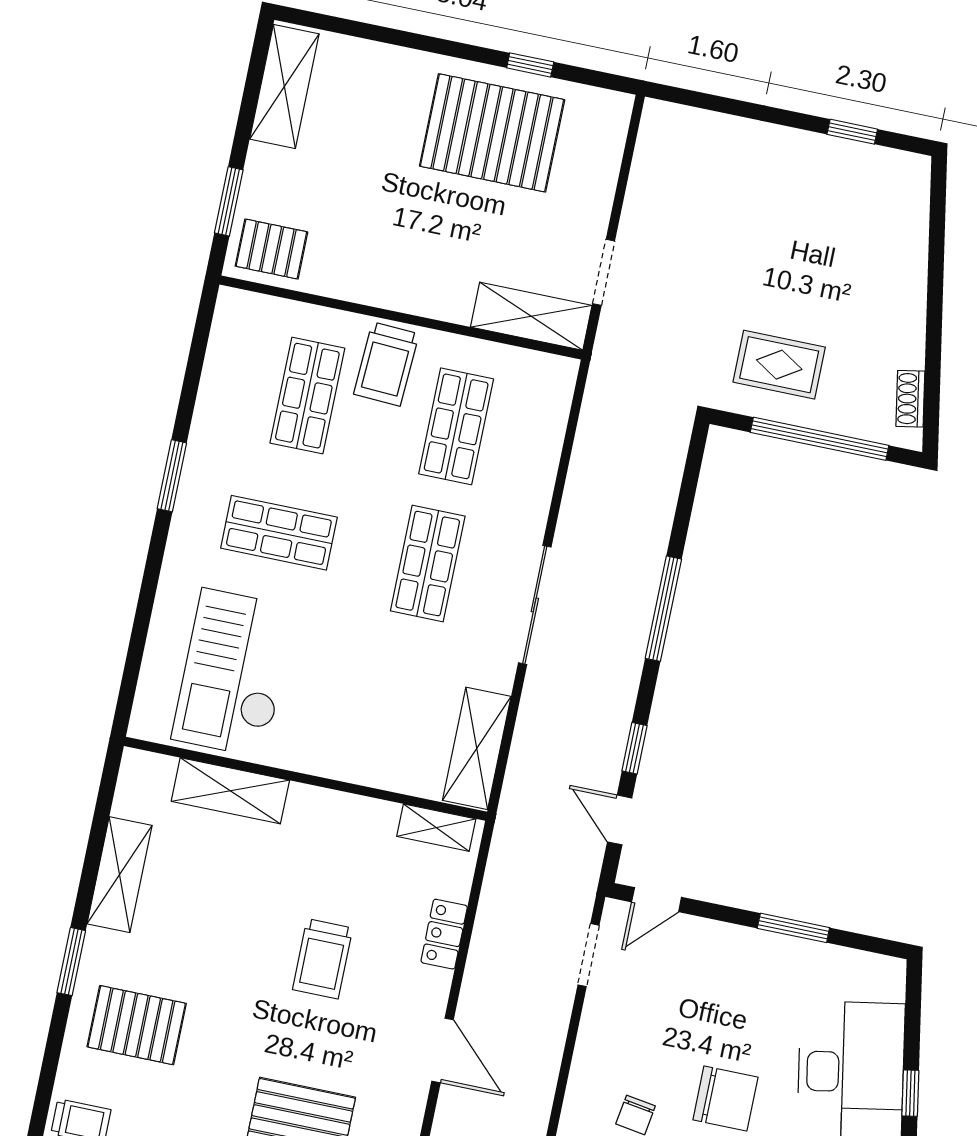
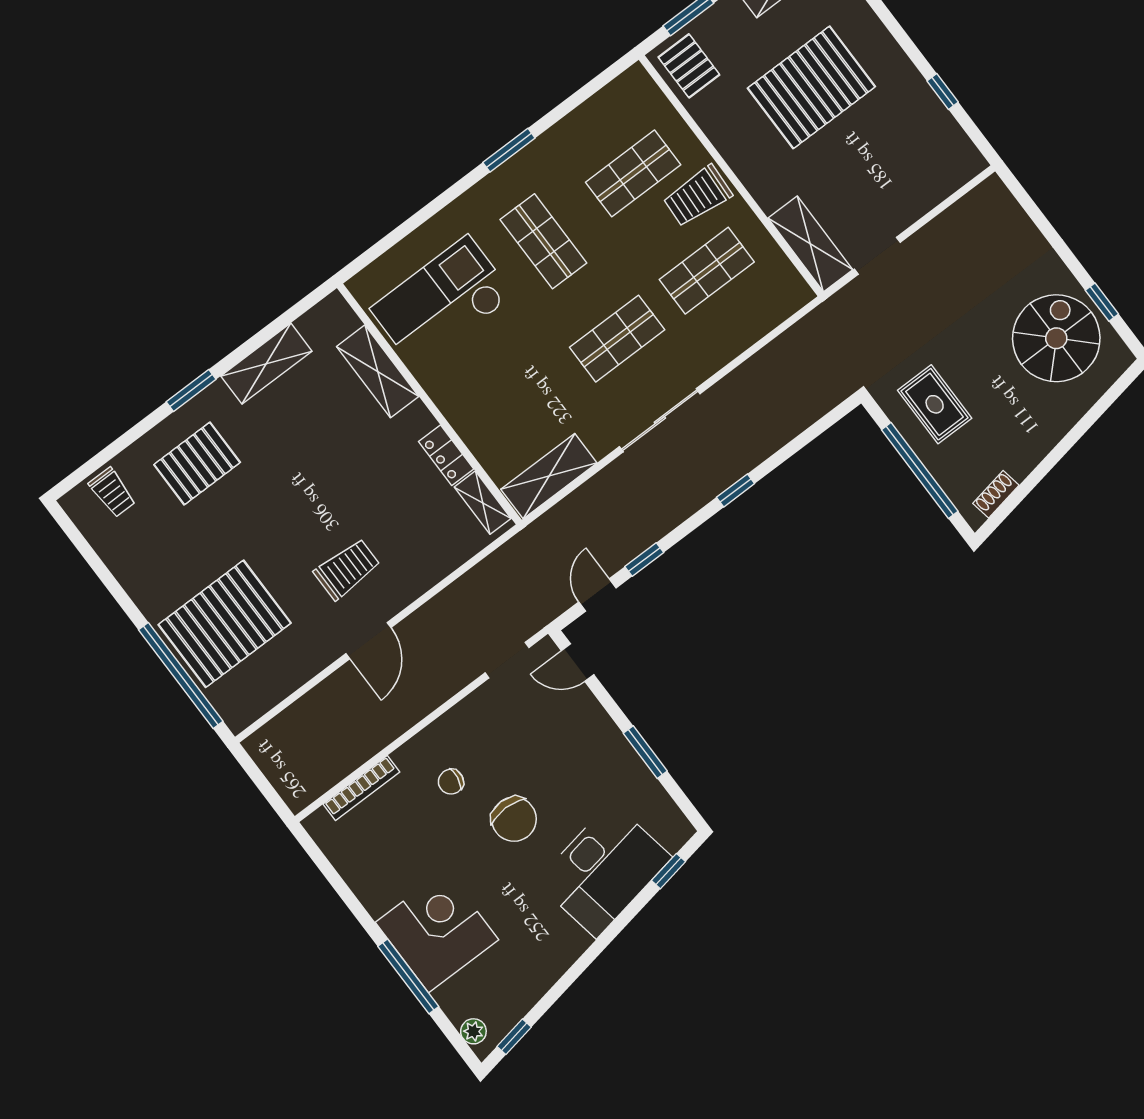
pallet: (492, 133) -> (811, 87), moved, turned 90
spiral stairs: (839, 203) -> (1056, 338), added
window: (663, 609) -> (736, 490), width x0.46
locker: (444, 934) -> (446, 455), moved, turned -90
trolley: (323, 959) -> (347, 569), moved, turned 180
pallet: (137, 1025) -> (197, 463), turned 90
window: (910, 1093) -> (668, 871), moved

